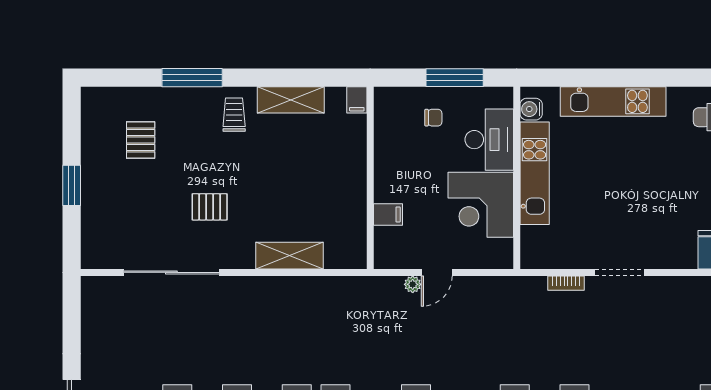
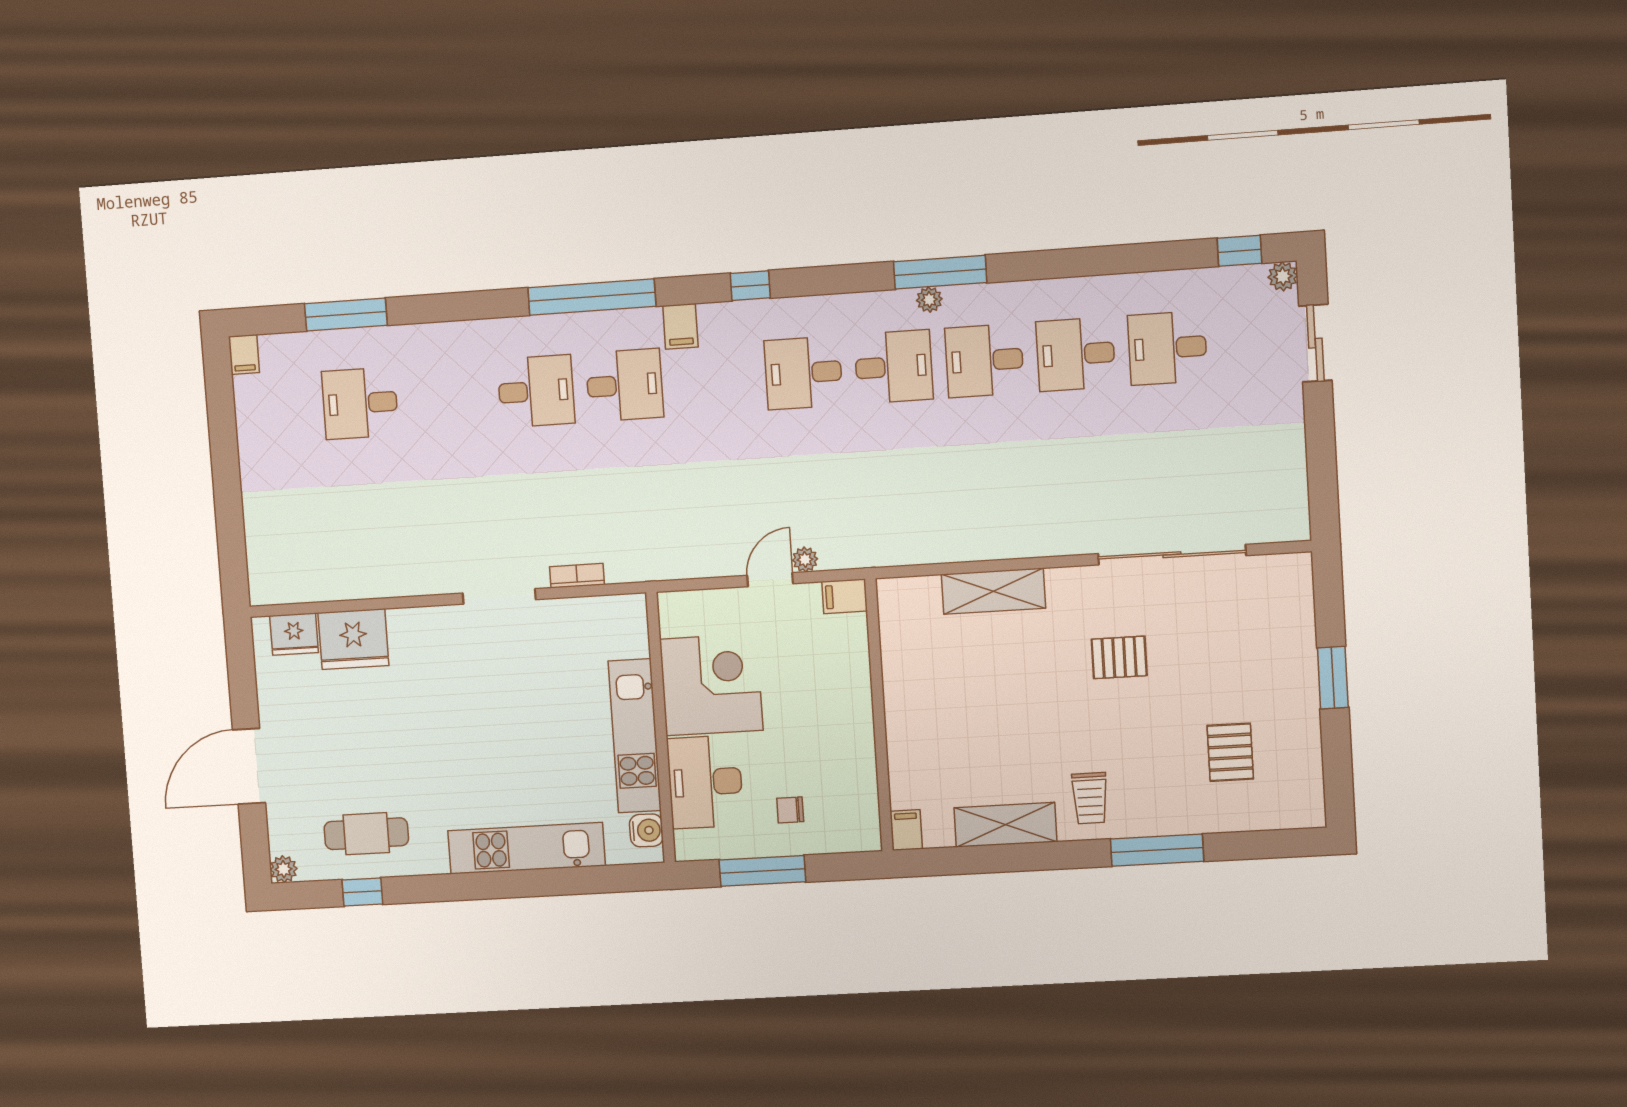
filing cabinet: (388, 214) -> (845, 596), moved

